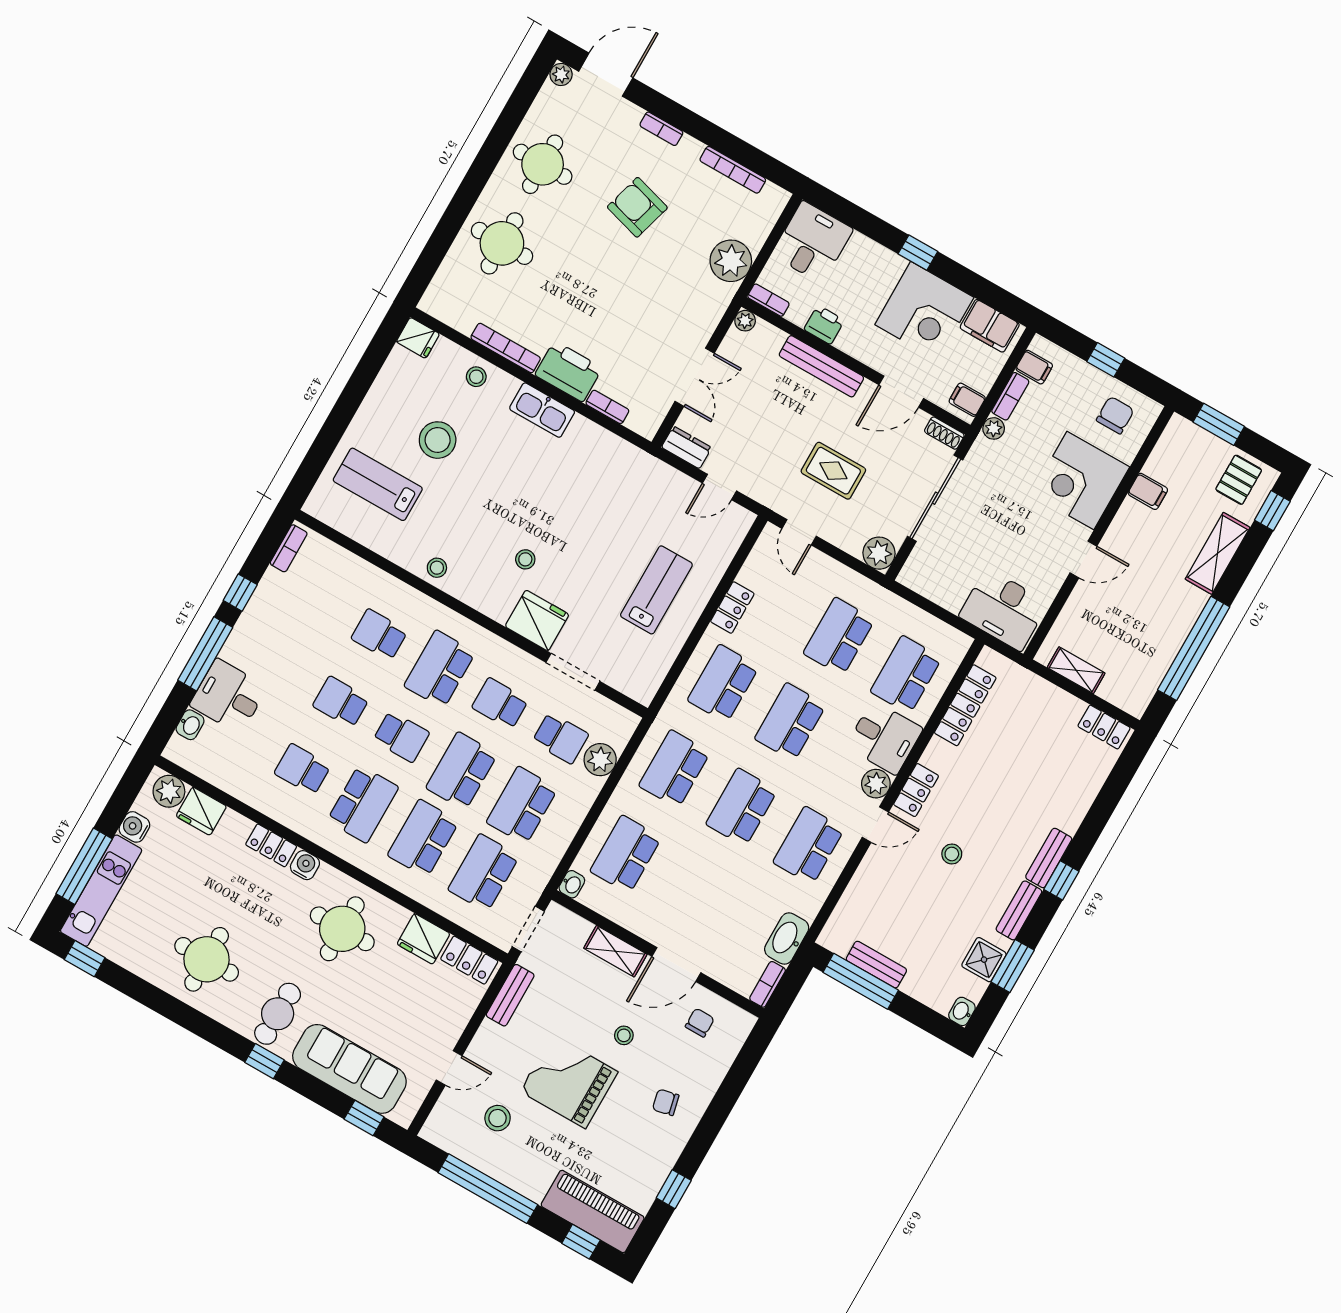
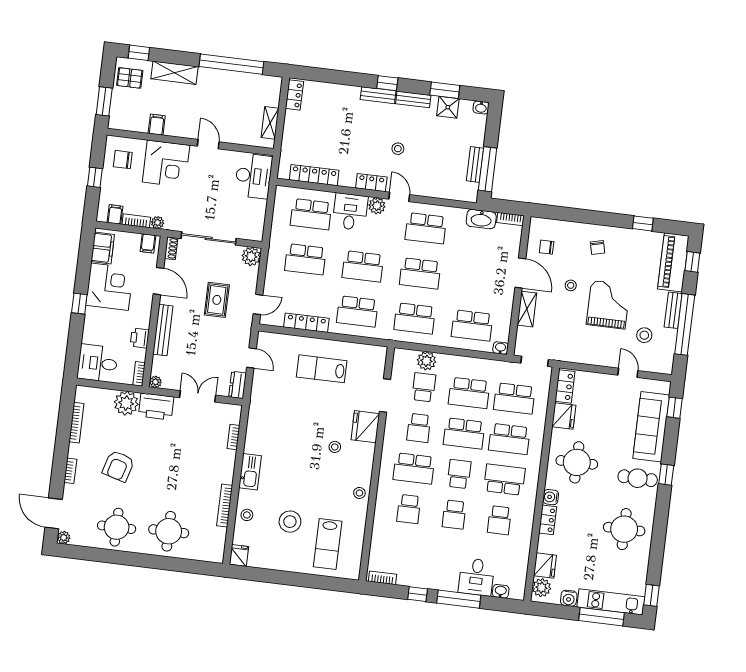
printer: (569, 371) -> (156, 406), moved, turned -90
locker: (732, 608) -> (306, 323), width x1.53
bench: (510, 995) -> (673, 310), moved, turned 90
grand piano: (569, 1082) -> (608, 305), turned 180

